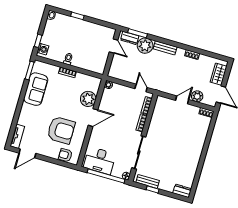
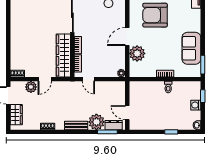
washing machine: (43, 49) -> (196, 105), moved
wardrobe: (158, 117) -> (63, 55), added

